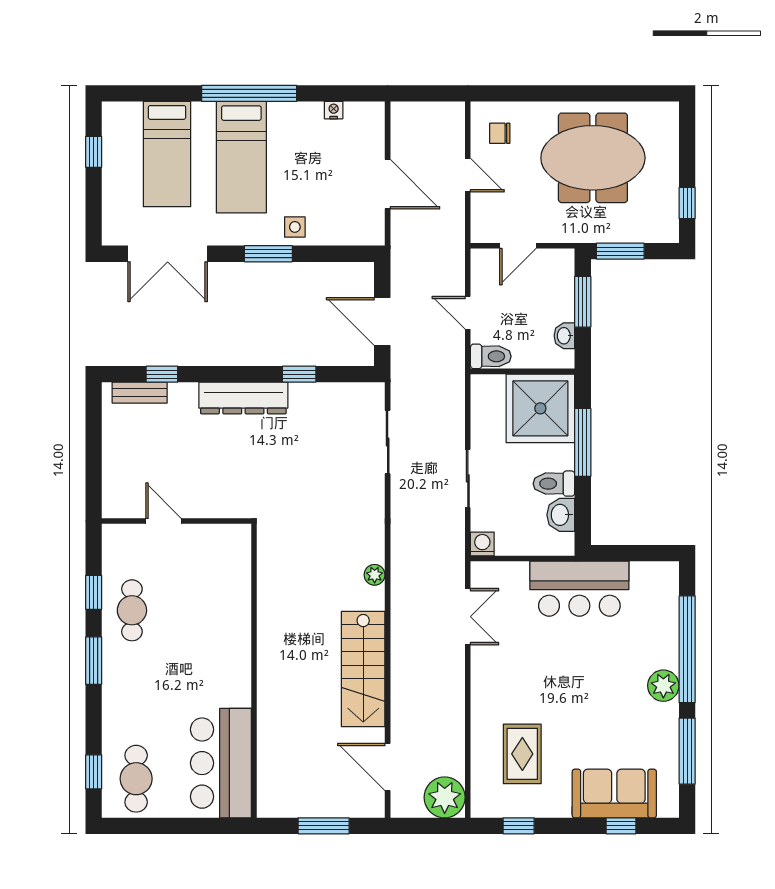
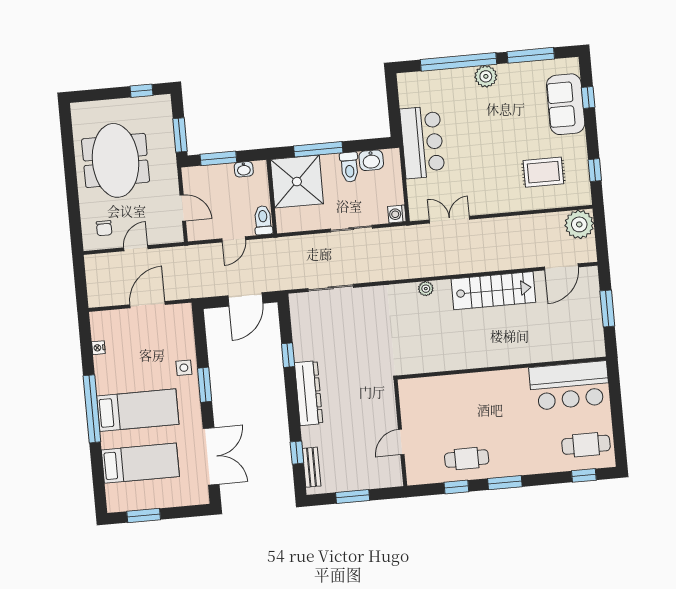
window: (94, 152) -> (144, 515), width x1.50
window: (94, 446) -> (353, 496), added

